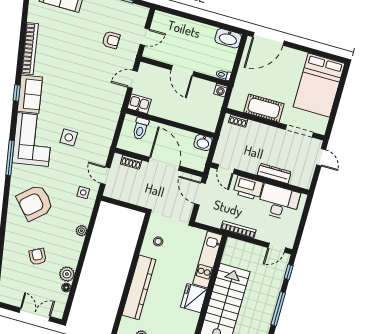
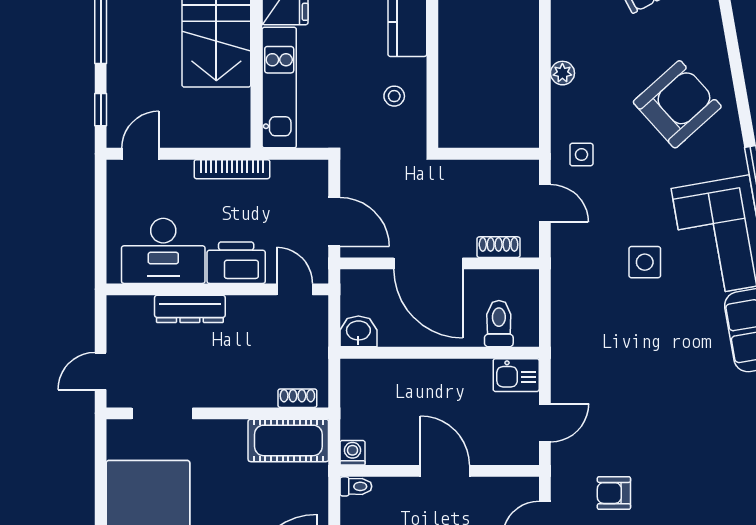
cot: (264, 108) -> (288, 440), moved
door: (321, 157) -> (101, 371), hinge flipped

